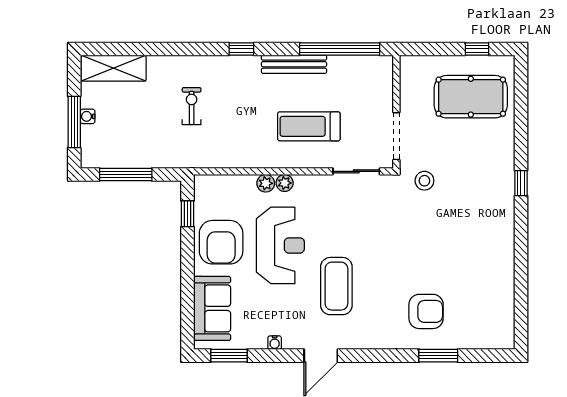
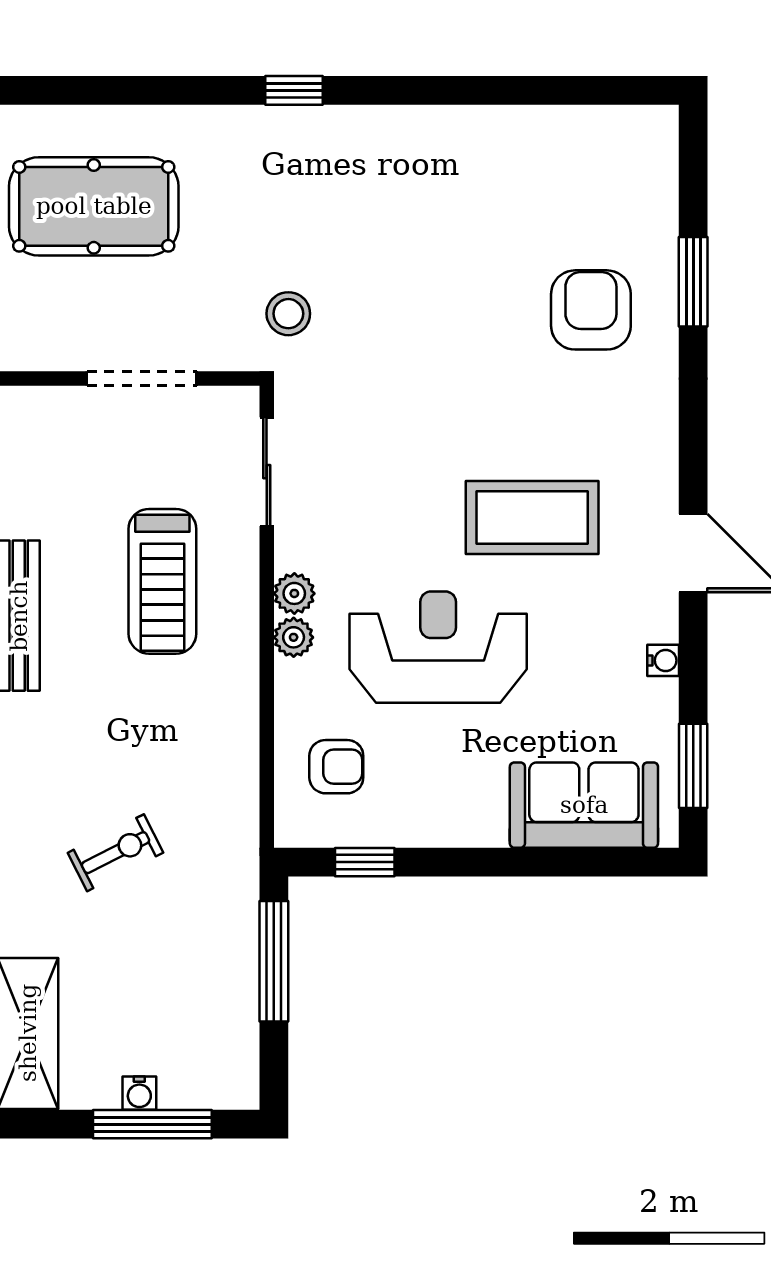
pool table: (471, 97) -> (94, 206), turned 90
exercise bike: (192, 106) -> (115, 853), turned 153
doorway: (396, 136) -> (142, 379), moved
window: (126, 174) -> (274, 961), moved
plant: (266, 183) -> (294, 593), moved
armchair: (221, 242) -> (336, 767), moved, width x0.53, depth x0.53

